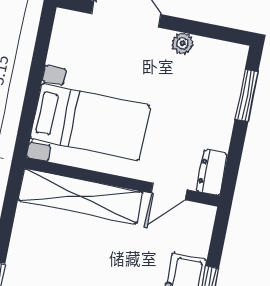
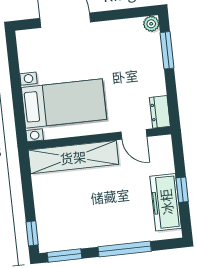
plant: (182, 43) -> (151, 24), moved
door: (169, 191) -> (134, 134), hinge flipped

